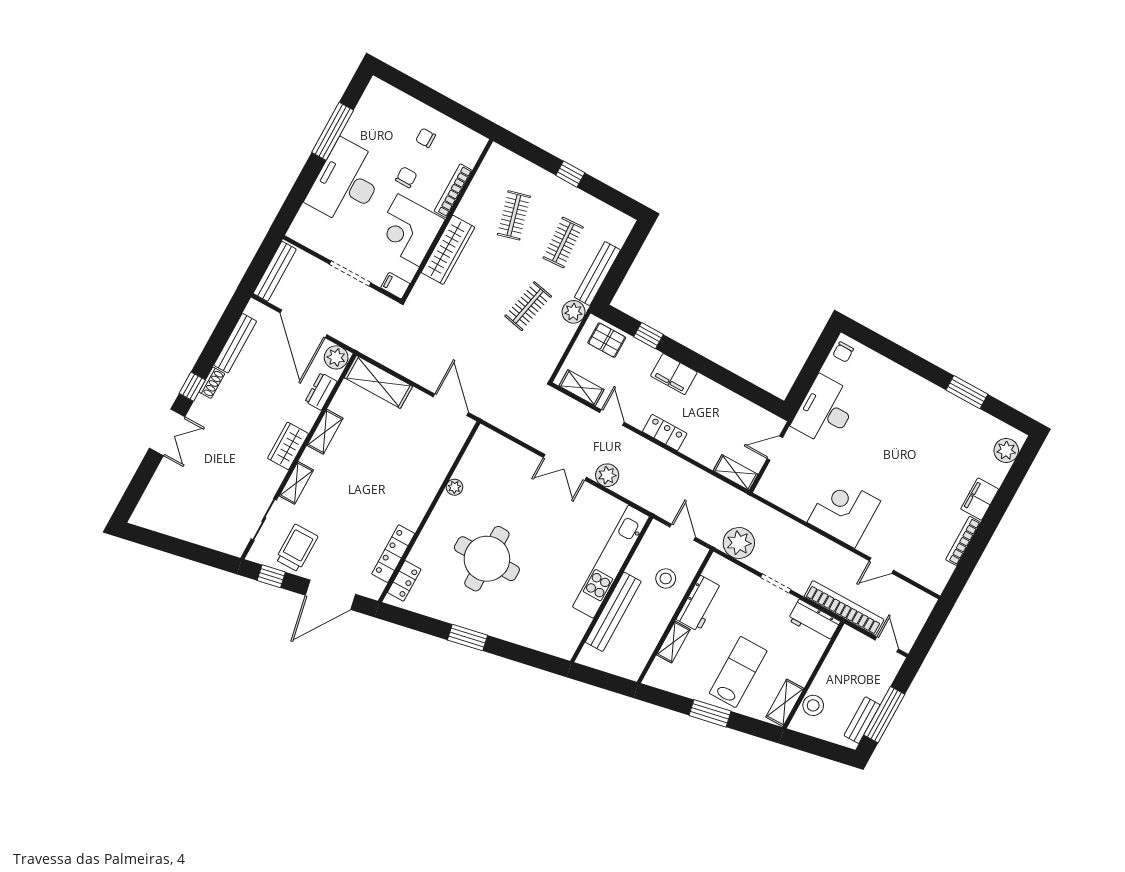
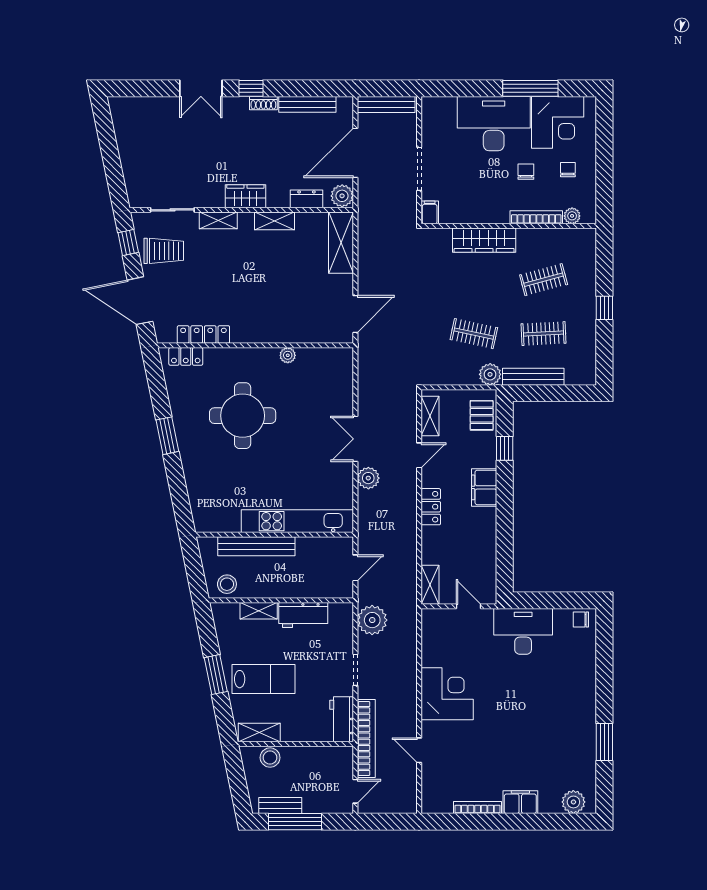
plant: (470, 157) -> (572, 216), added
chair: (406, 177) -> (526, 172), turned -90
corner desk: (409, 230) -> (558, 122), moved, turned 180
stool: (666, 578) -> (227, 584), moved

